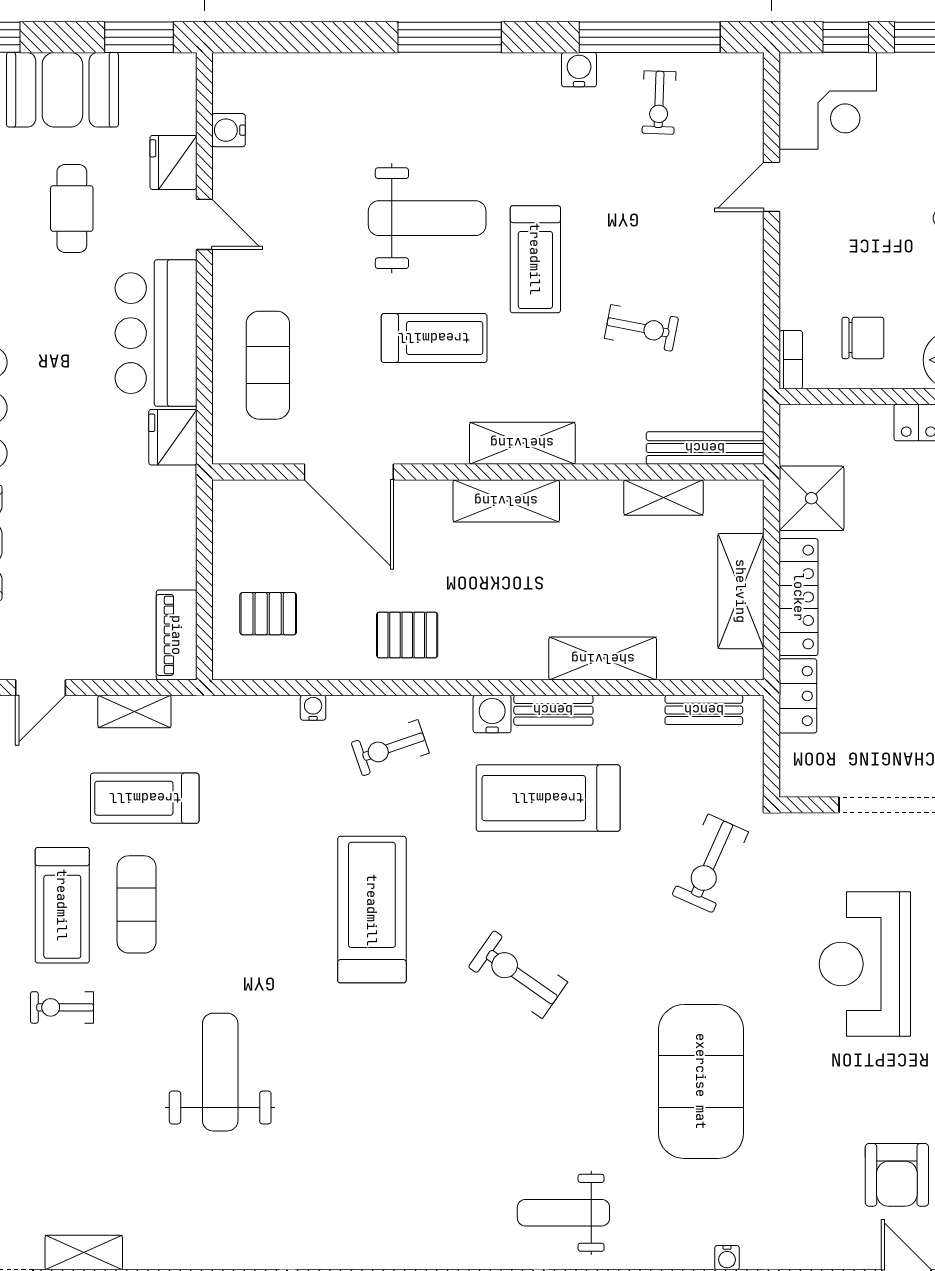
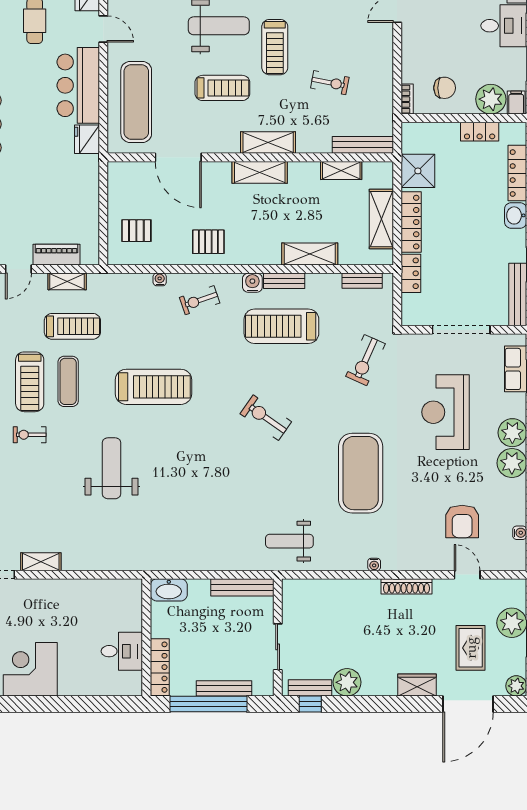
exercise mat: (268, 365) -> (136, 102), width x1.36, depth x1.45
piano: (177, 635) -> (57, 255), moved, turned 90
treadmill: (145, 798) -> (72, 326), turned 180
treadmill: (372, 910) -> (154, 387), moved, turned 90

